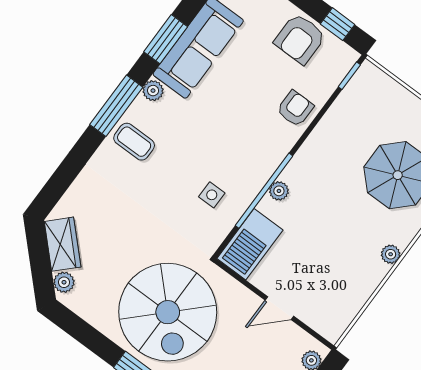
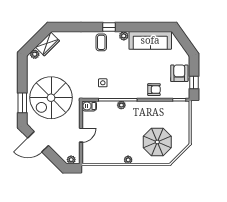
window: (166, 39) -> (145, 27), removed
armchair: (300, 39) -> (179, 73), turned 90
window: (116, 106) -> (109, 27), width x0.46
barbecue: (250, 244) -> (89, 106), width x0.53, depth x0.65
door: (279, 308) -> (81, 135), swing flipped

